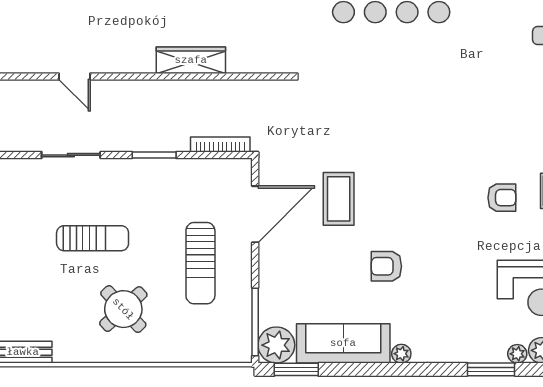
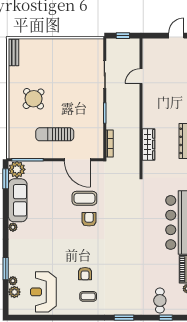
wardrobe: (191, 60) -> (149, 145), moved
sun lounger: (93, 238) -> (66, 85), removed
armchair: (386, 266) -> (89, 219), moved

